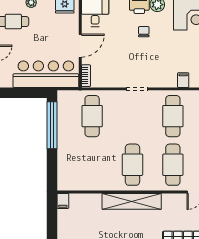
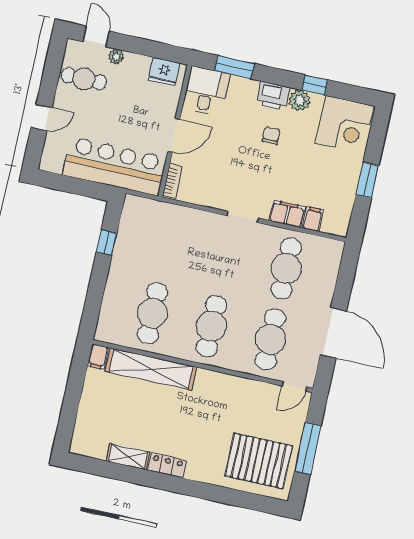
filing cabinet: (166, 80) -> (287, 214), added
cafe table: (92, 116) -> (152, 313), moved
window: (52, 125) -> (107, 243), width x0.32
shelving: (132, 201) -> (151, 369), moved

